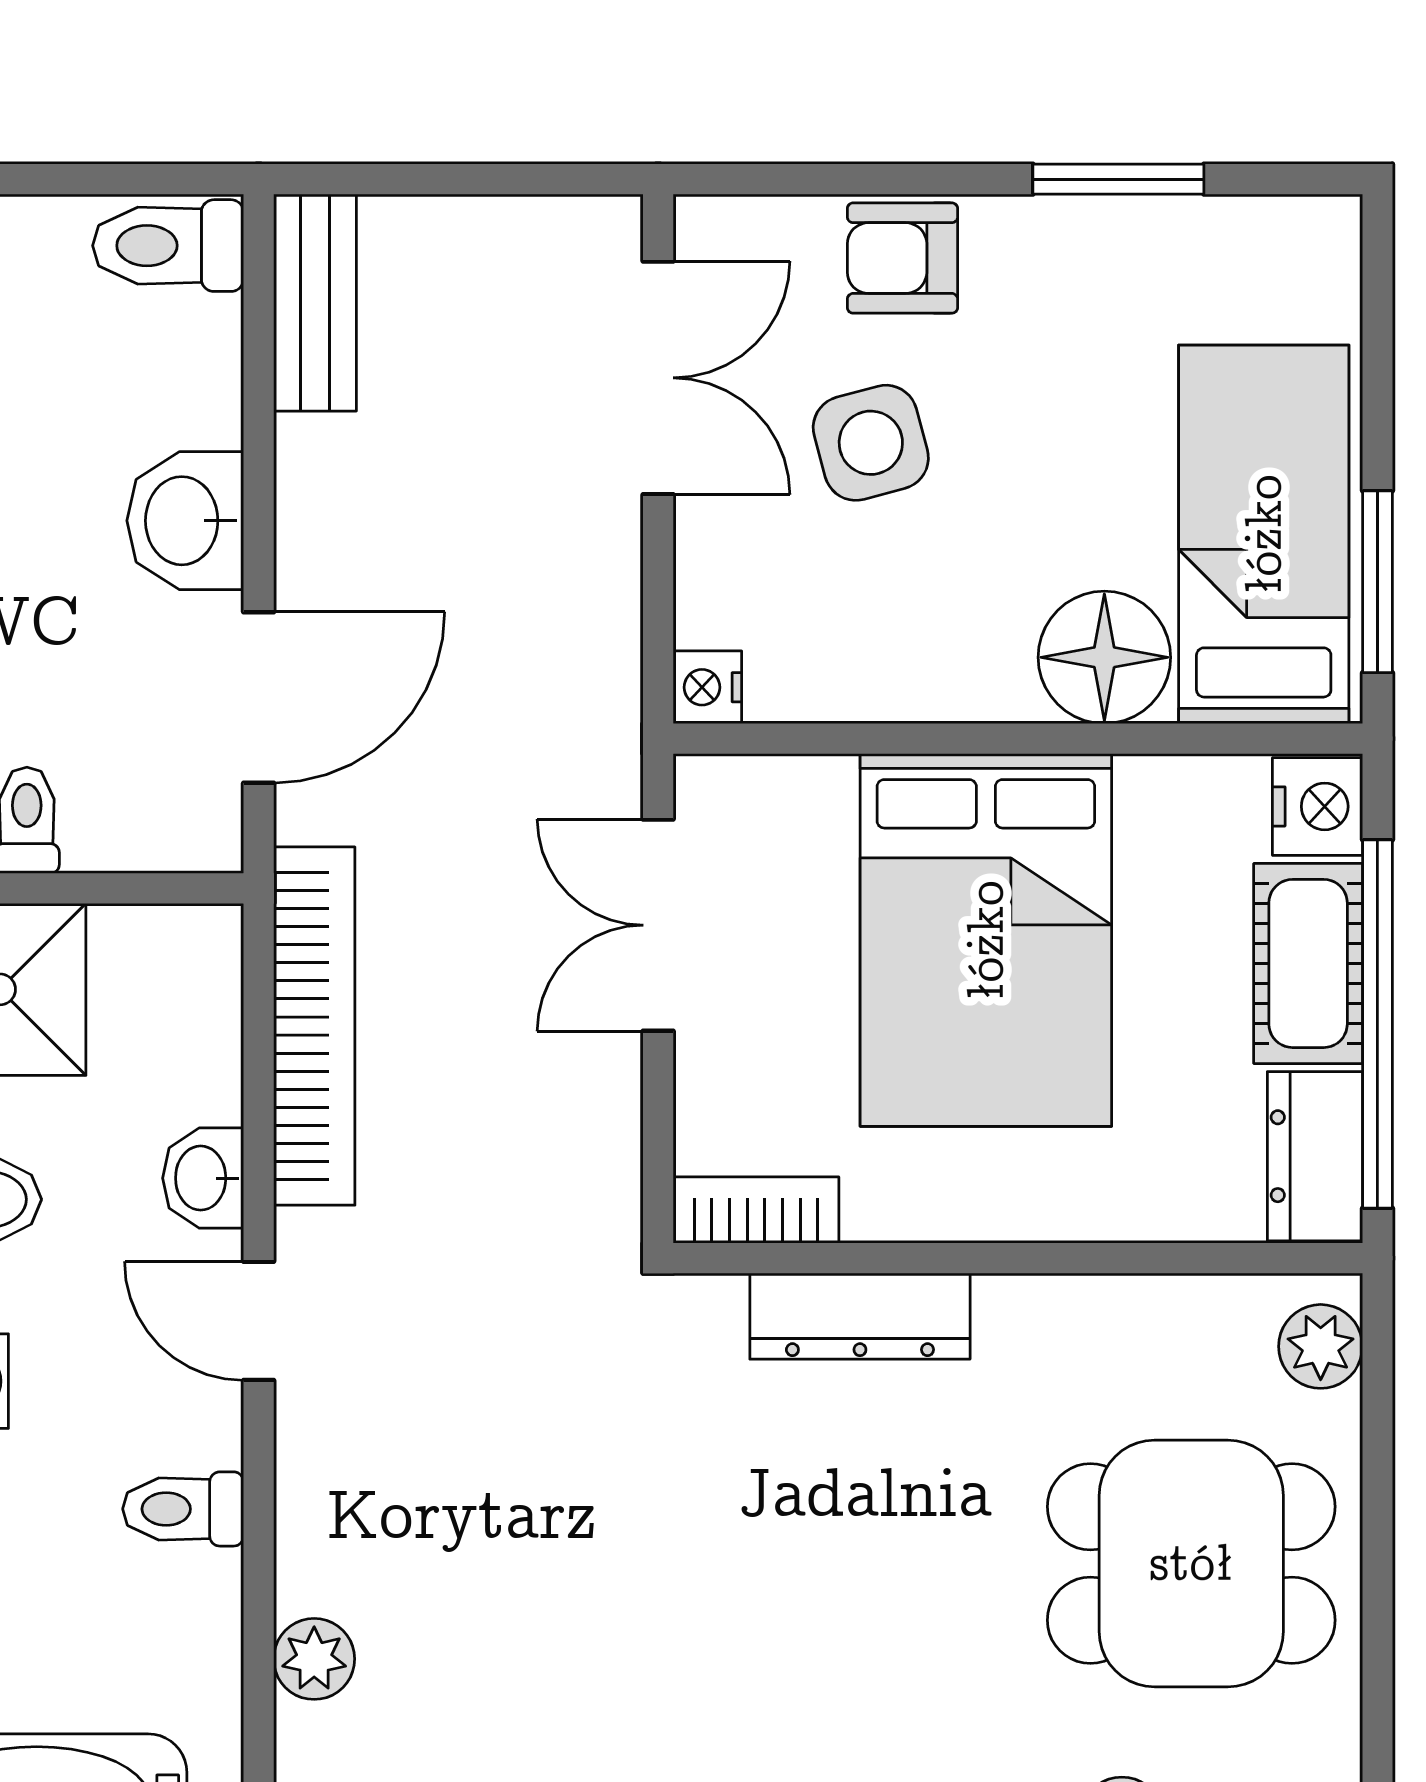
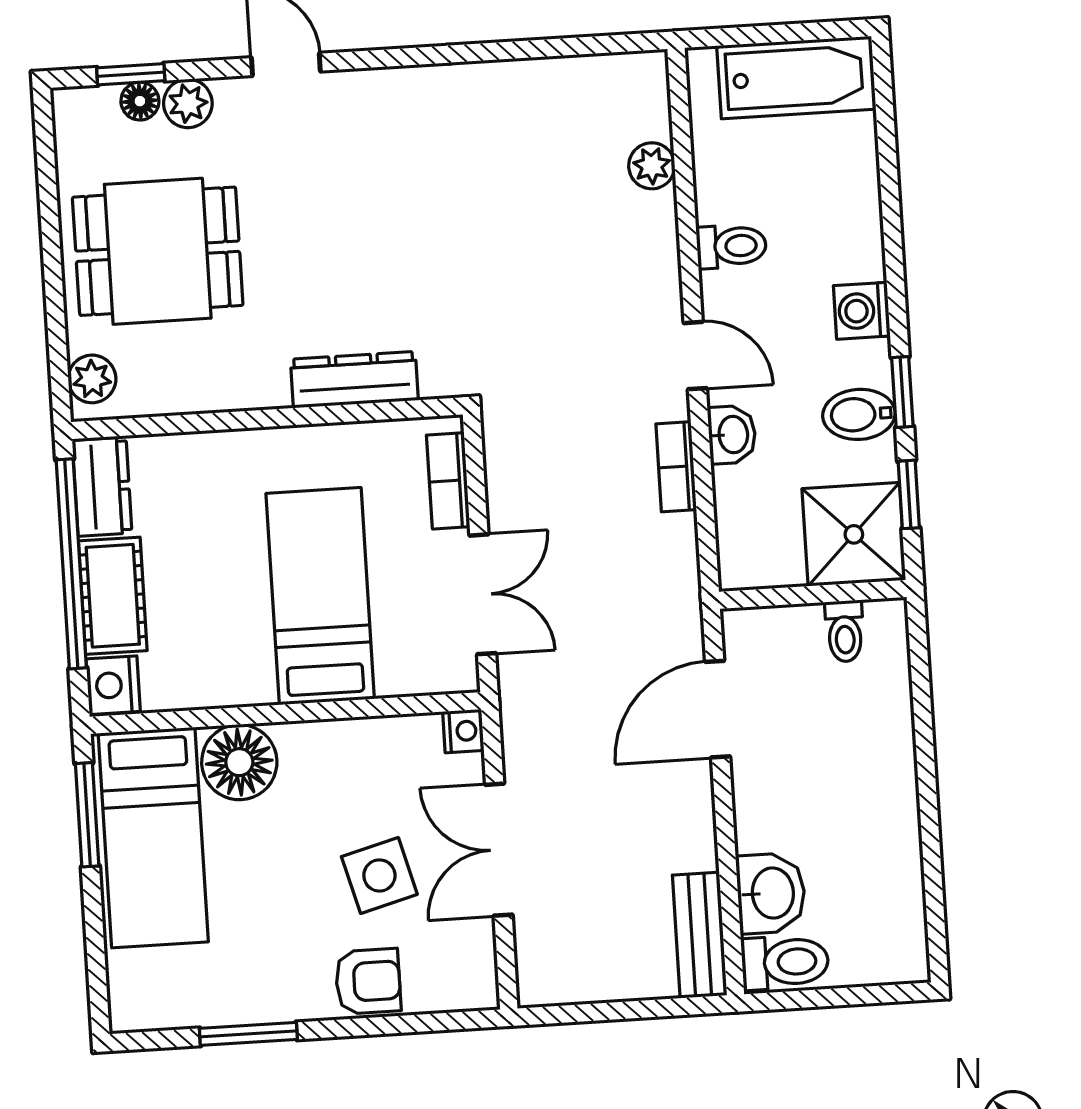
double door: (658, 378) -> (499, 850), moved
washbasin: (185, 521) -> (771, 893), moved
bed: (986, 940) -> (320, 596), width x0.67
bookcase: (314, 1026) -> (676, 467), width x0.43, depth x0.76
bookcase: (756, 1210) -> (448, 481), moved, turned 90

